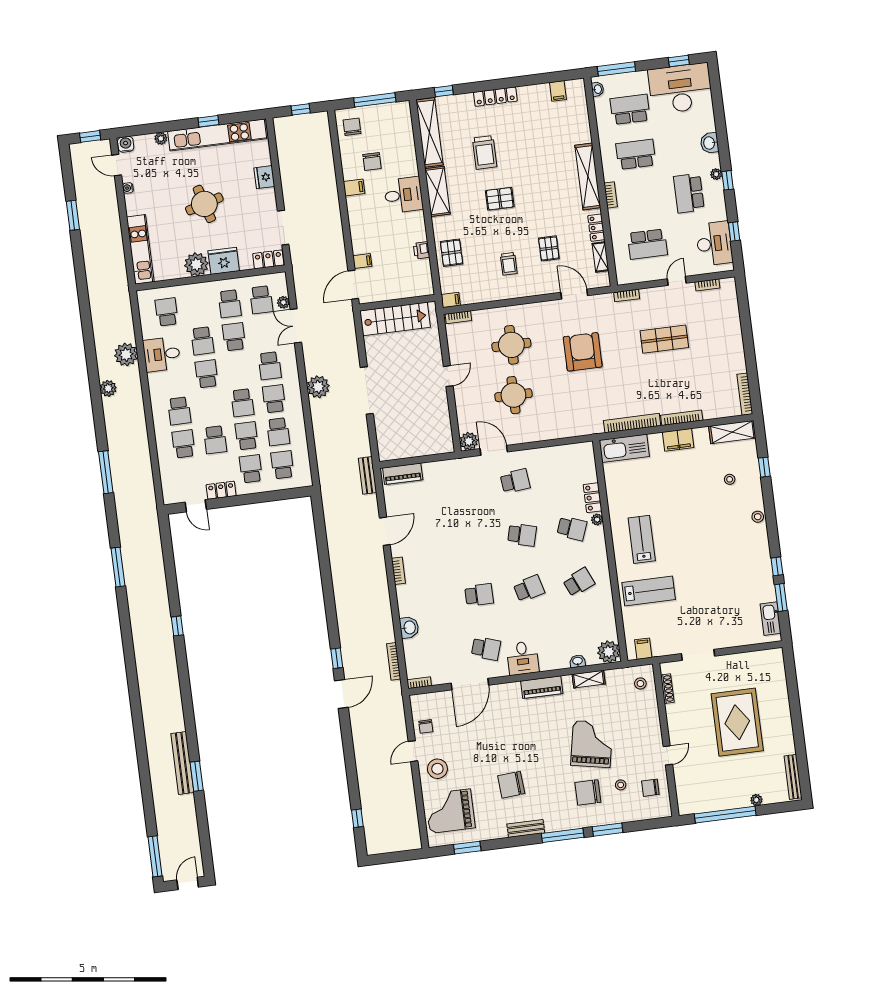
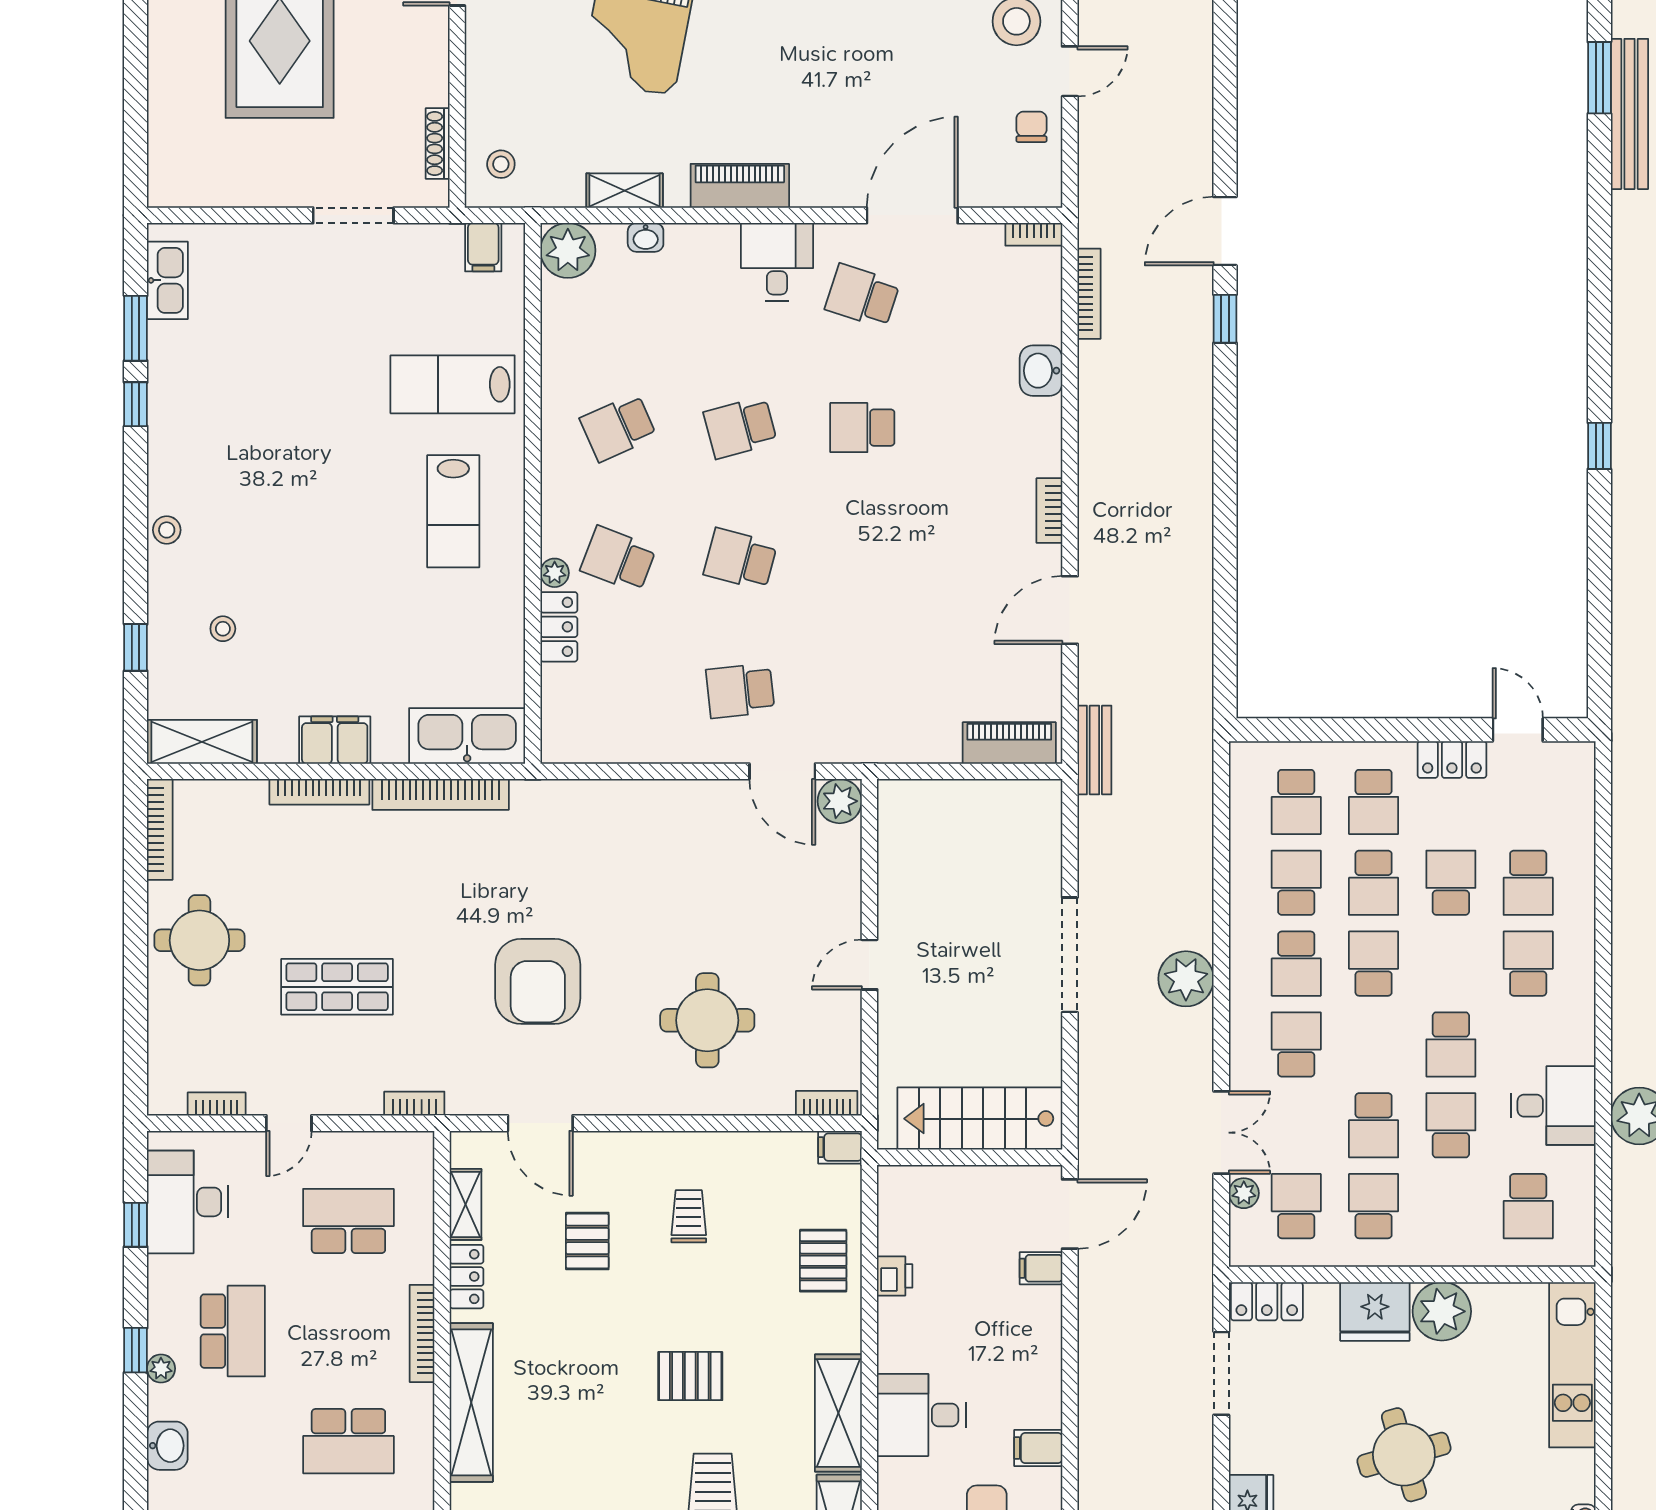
bookcase: (611, 195) -> (422, 1333), width x1.56
round table: (513, 395) -> (199, 940), moved

